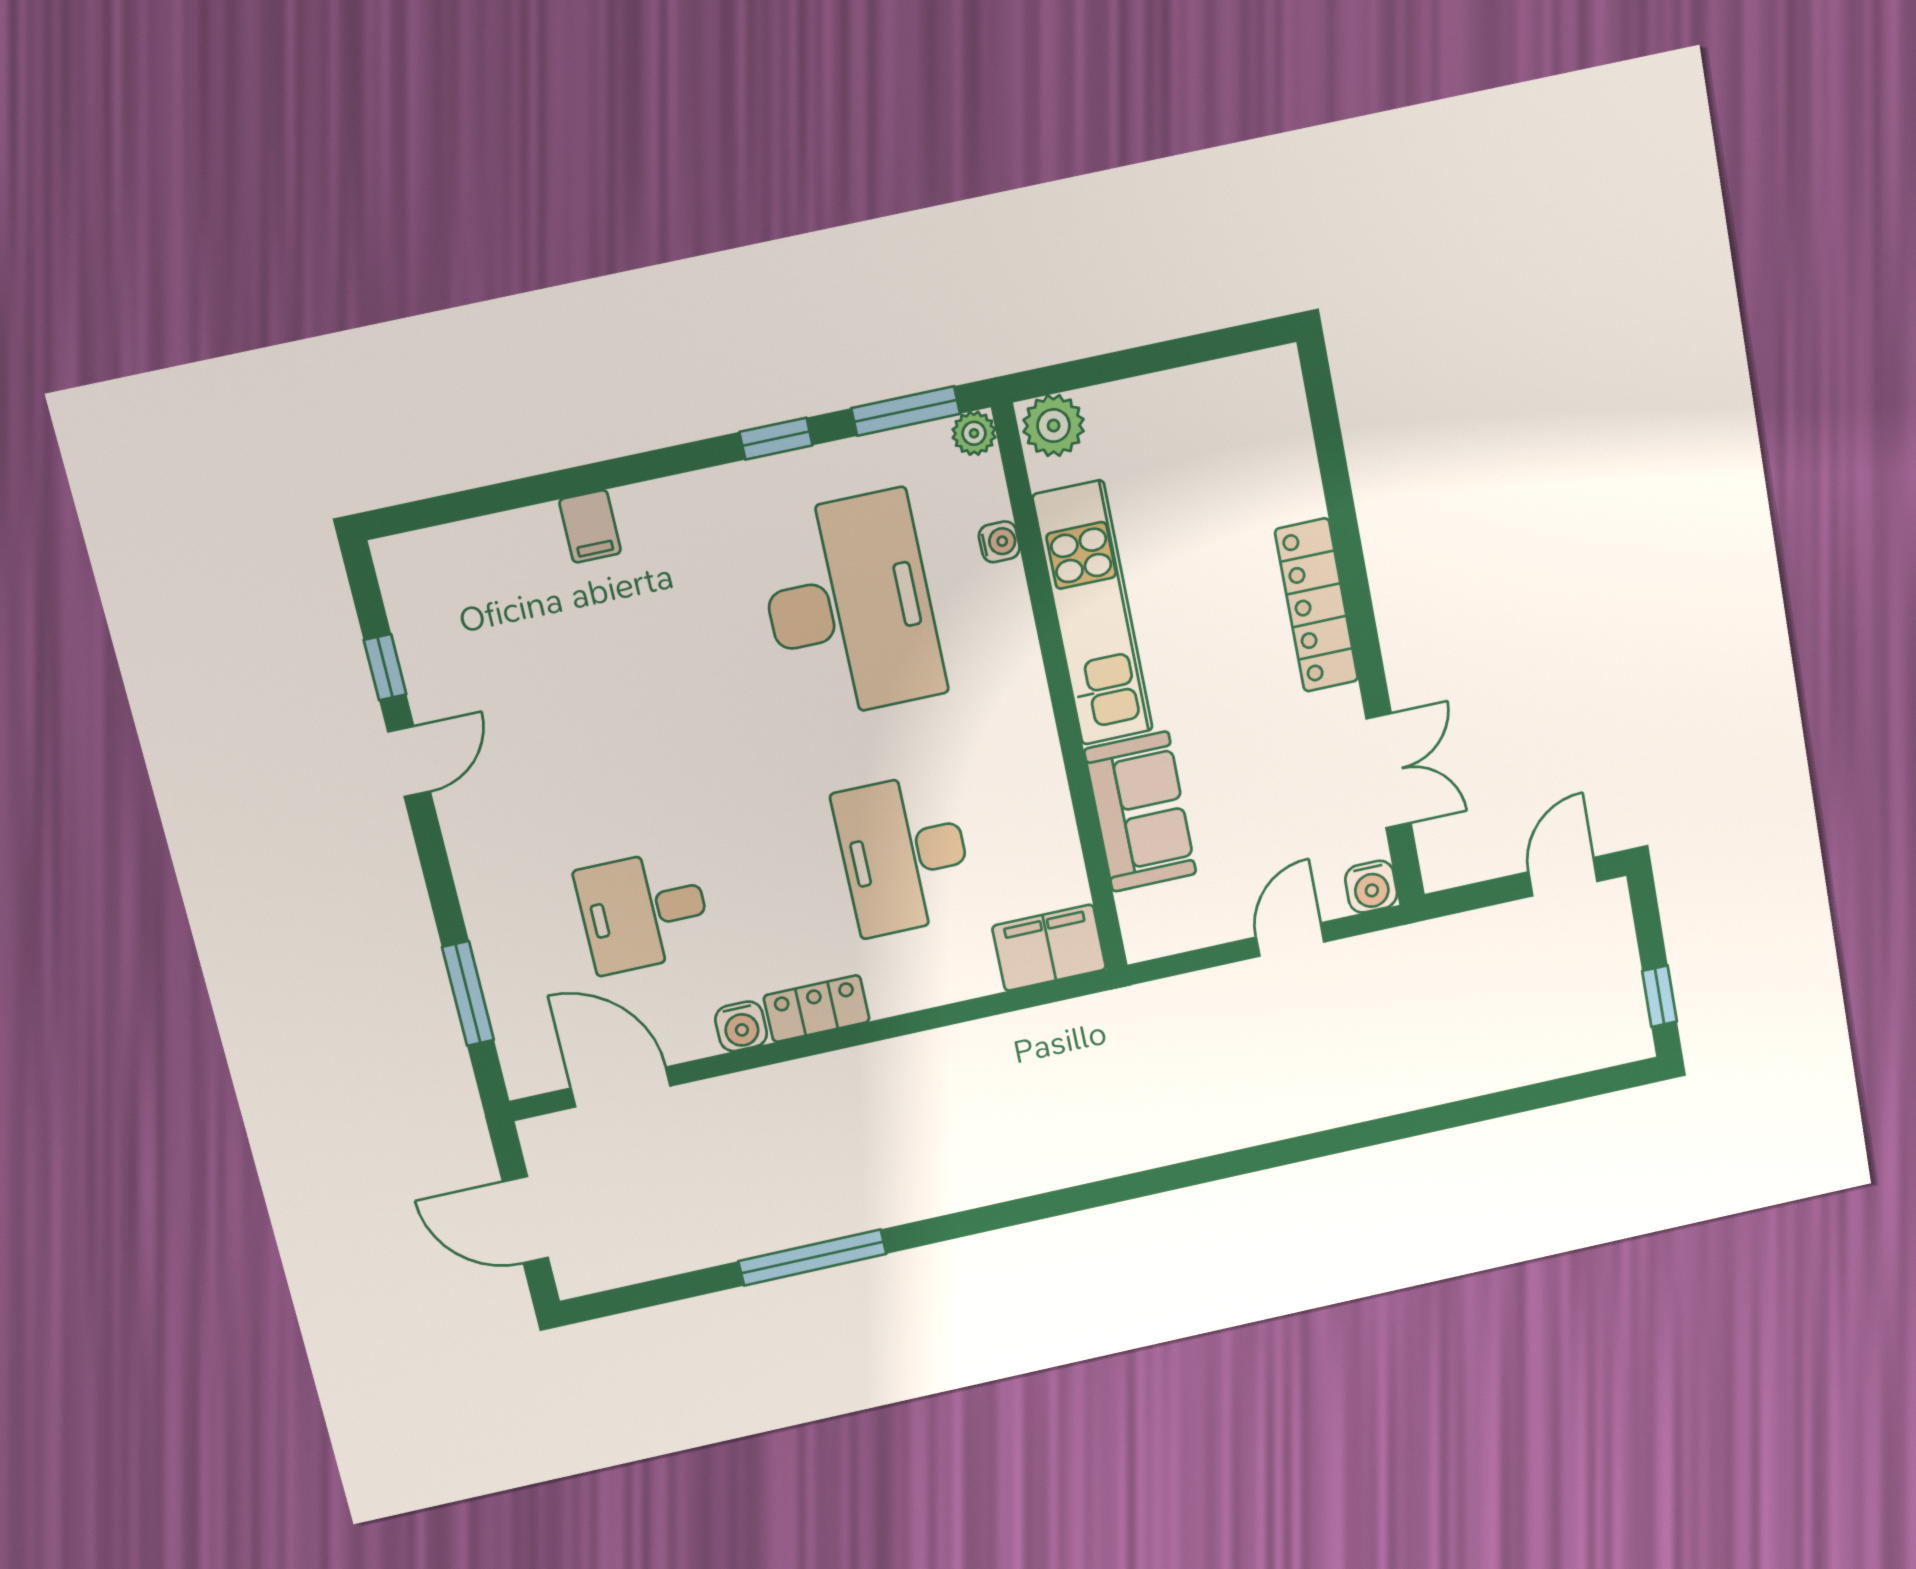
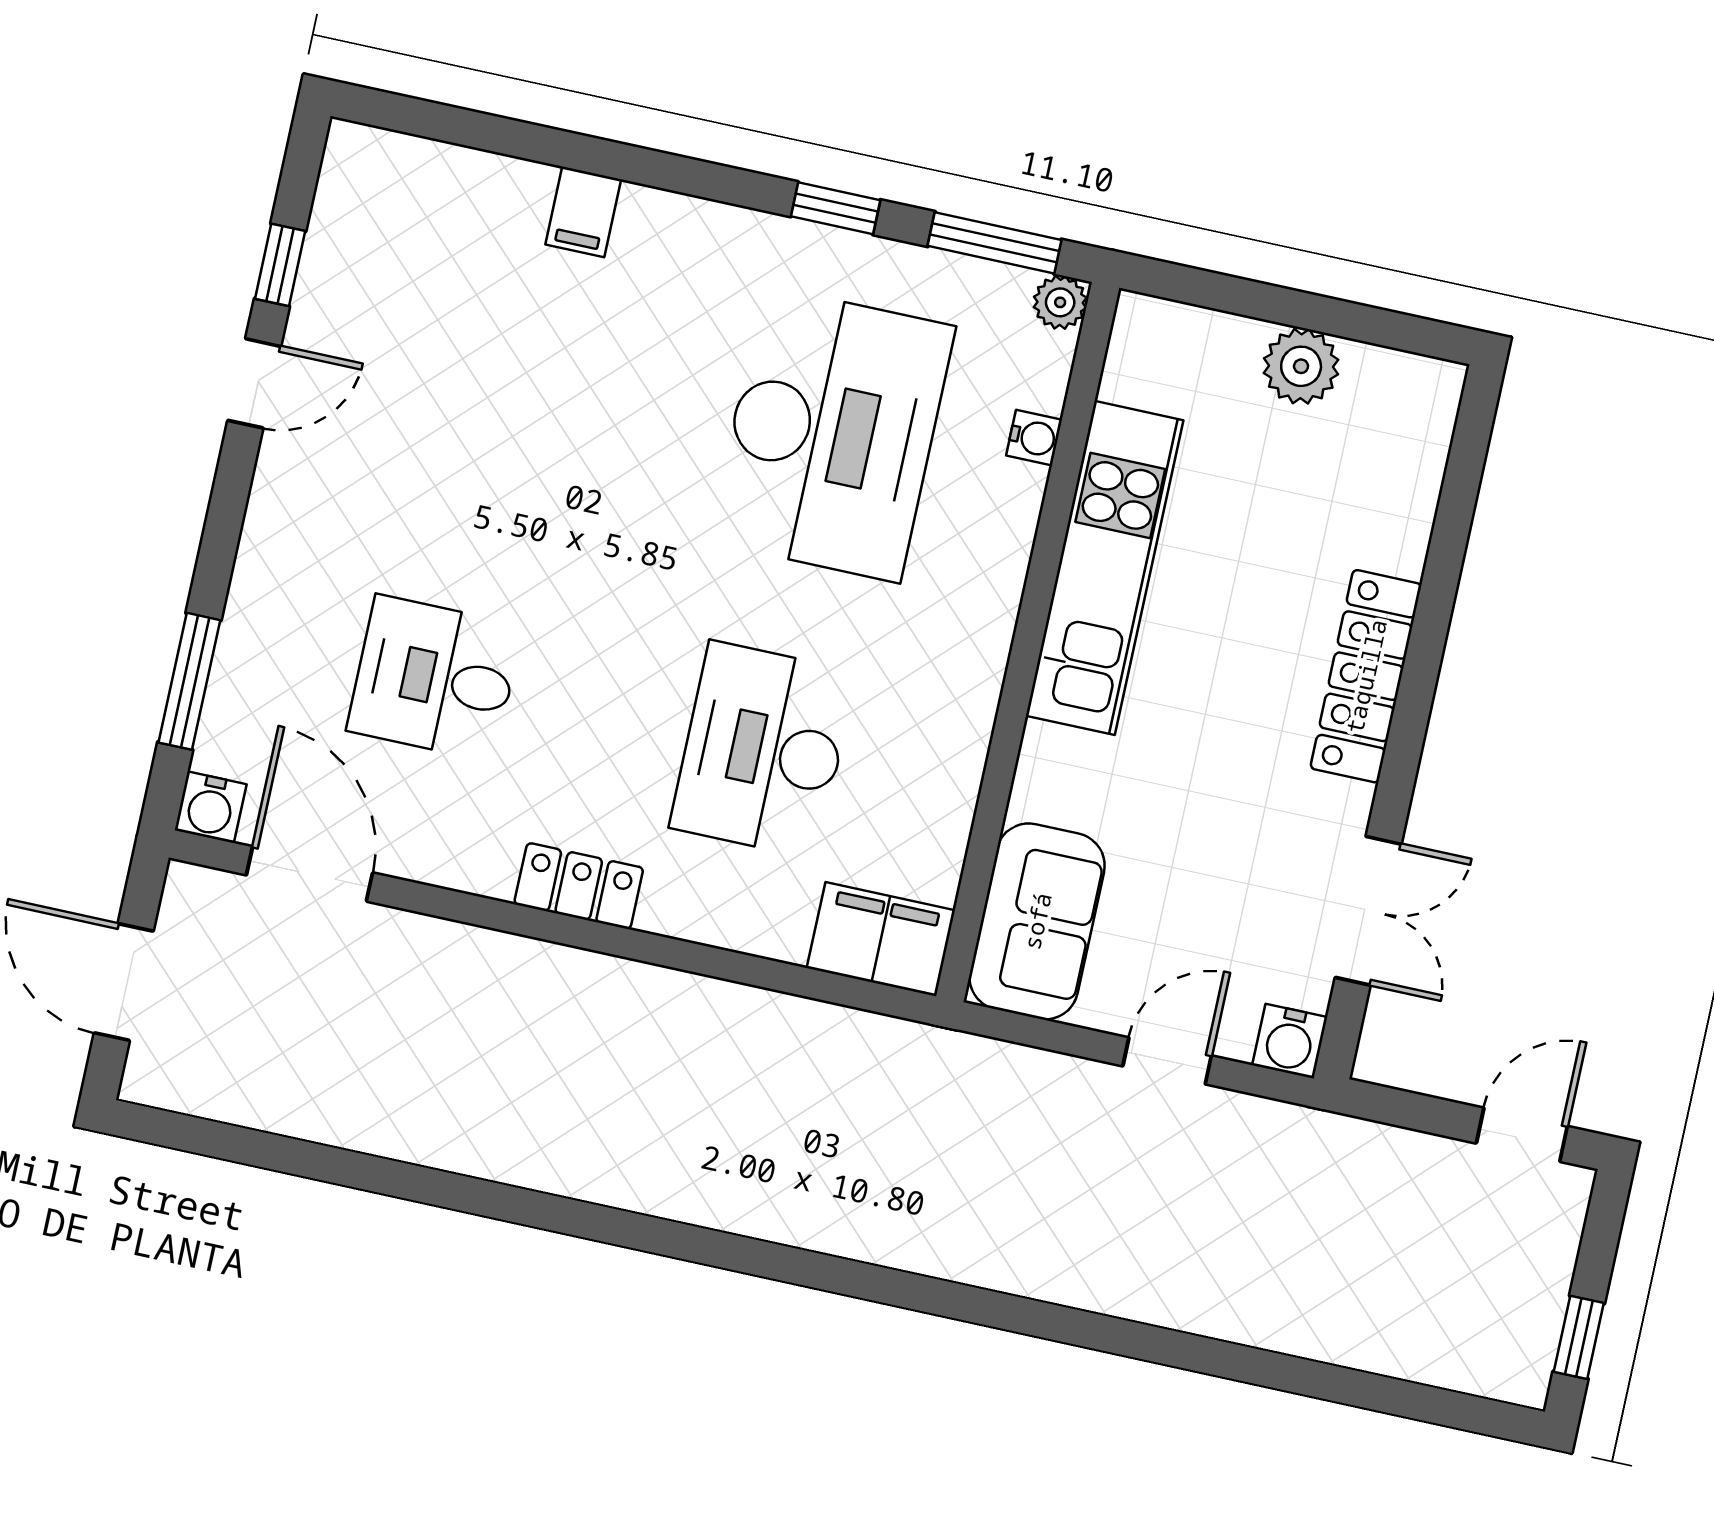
plant: (1054, 426) -> (1301, 366), moved
sofa: (1140, 812) -> (1037, 921), moved
water cooler: (741, 1026) -> (211, 807), moved
window: (812, 1257) -> (434, 1187), removed

